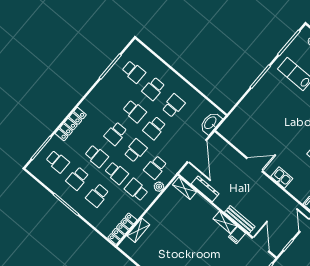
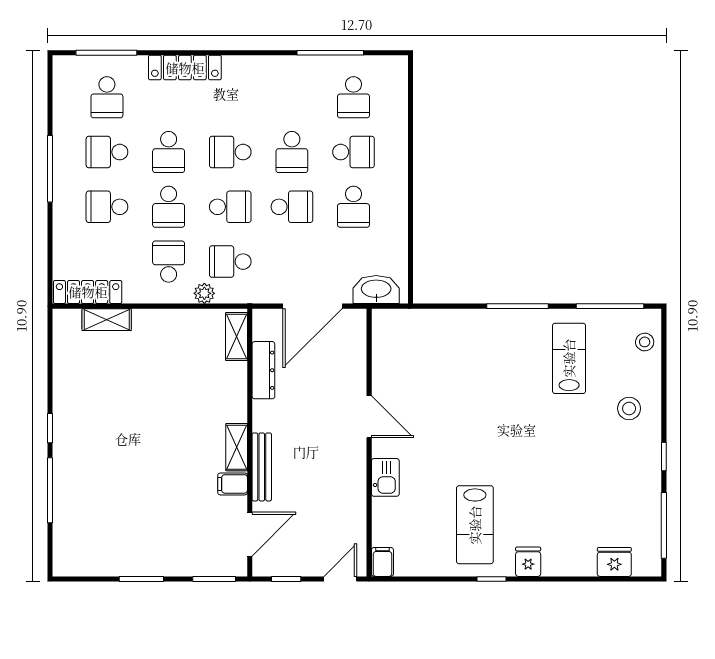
school desk: (154, 89) -> (354, 152), turned 180
school desk: (173, 106) -> (354, 207), turned 90
school desk: (154, 128) -> (292, 207), turned 180

